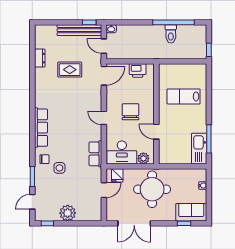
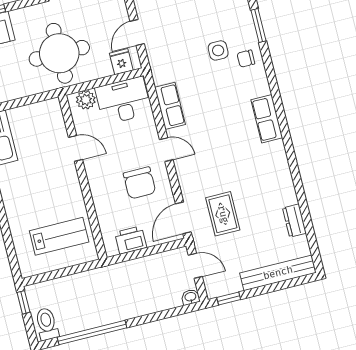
bench: (79, 30) -> (278, 273), moved
toilet: (171, 34) -> (47, 324), moved
rug: (70, 70) -> (223, 214), moved, turned 90
lab bench: (184, 96) -> (59, 236), moved
chair: (131, 112) -> (140, 183), moved
row of seats: (41, 128) -> (267, 119), width x0.68
row of seats: (95, 154) -> (170, 106), moved

